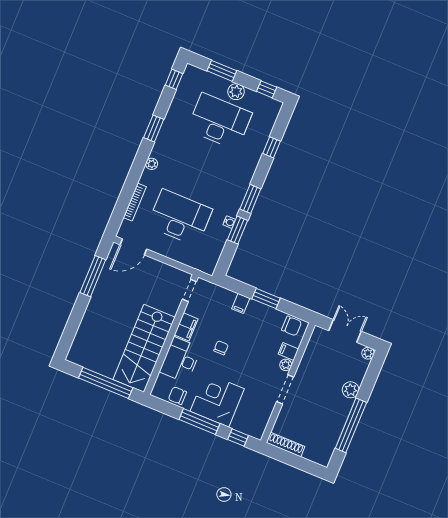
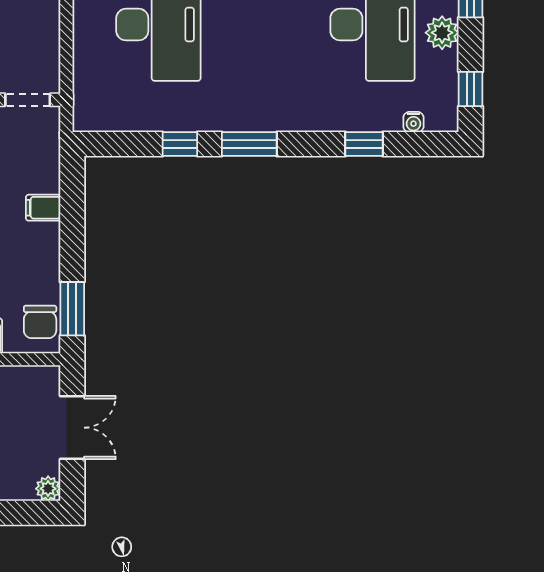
water cooler: (229, 222) -> (413, 122), moved
window: (237, 230) -> (180, 144), width x0.67
window: (266, 298) -> (72, 309), moved

